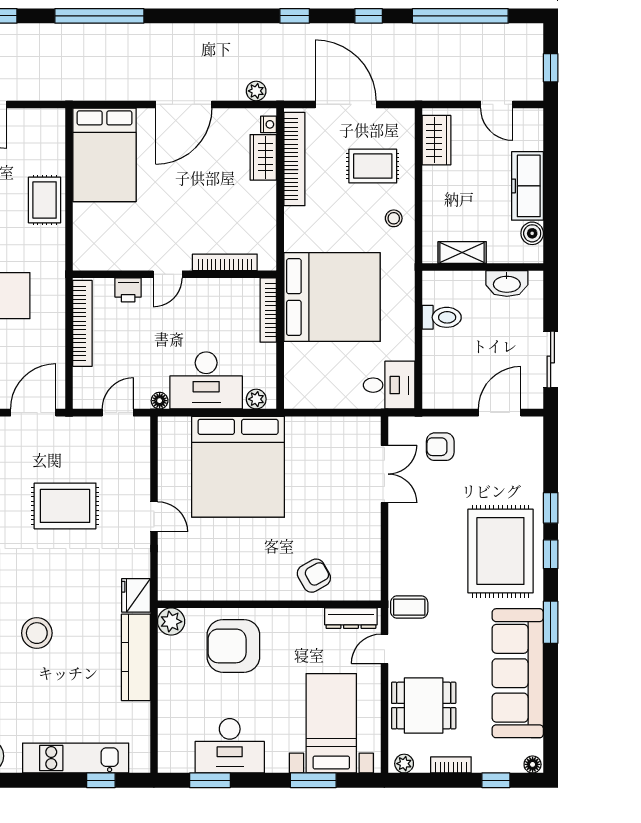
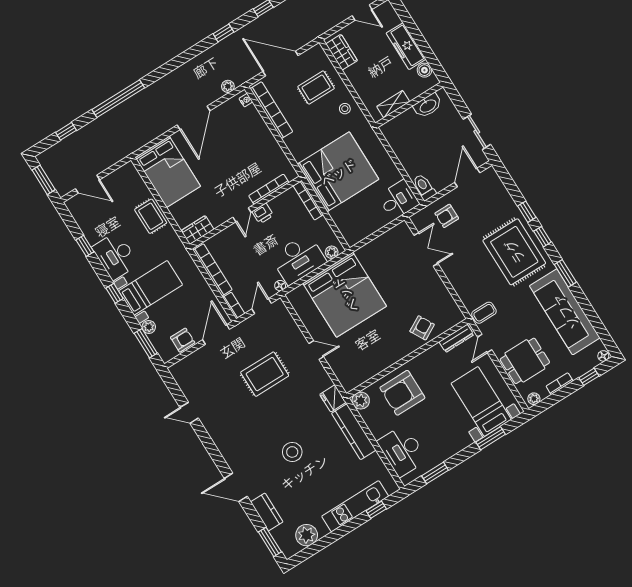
wardrobe: (263, 157) -> (197, 230), moved, turned 90
printer: (128, 290) -> (263, 213), moved
toilet: (442, 317) -> (424, 187), moved, turned -90
bookcase: (81, 389) -> (234, 306), added
desk: (230, 746) -> (402, 451), moved, turned 90

